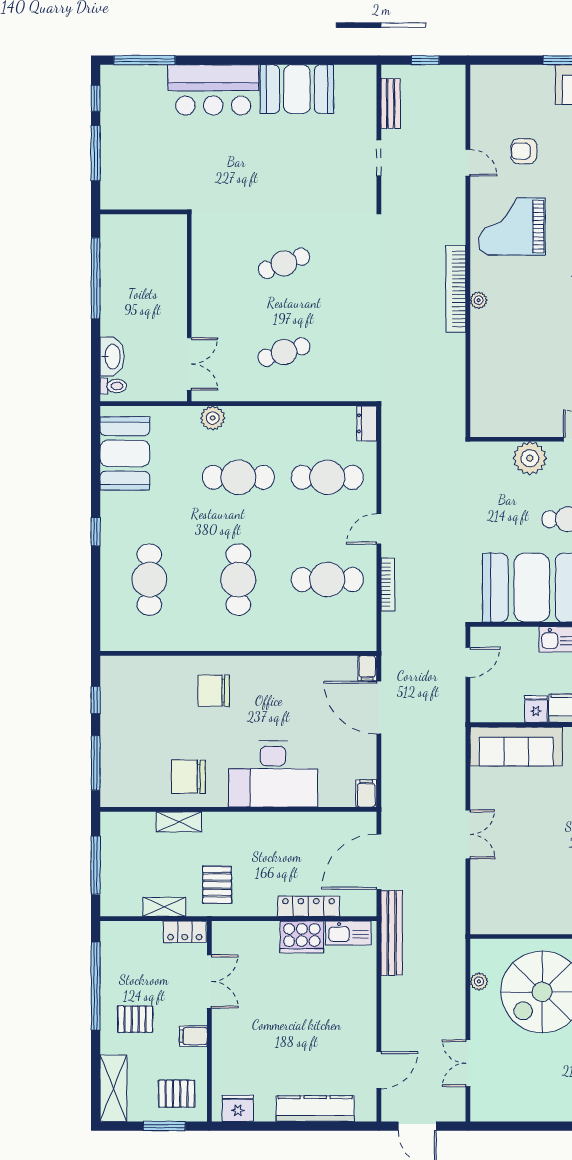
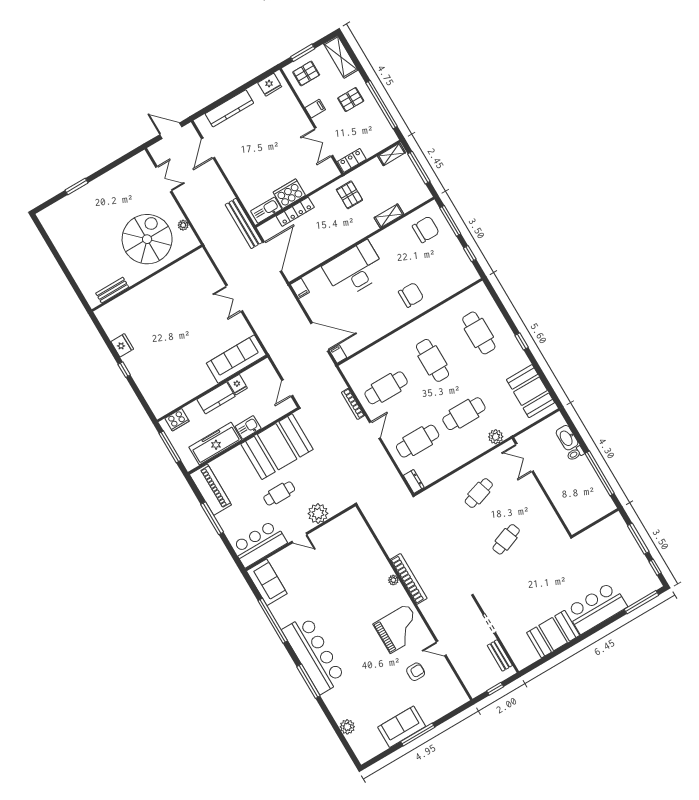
toilet: (113, 386) -> (575, 453), moved
chair: (188, 777) -> (426, 229), moved
shelving: (164, 907) -> (392, 154), moved

